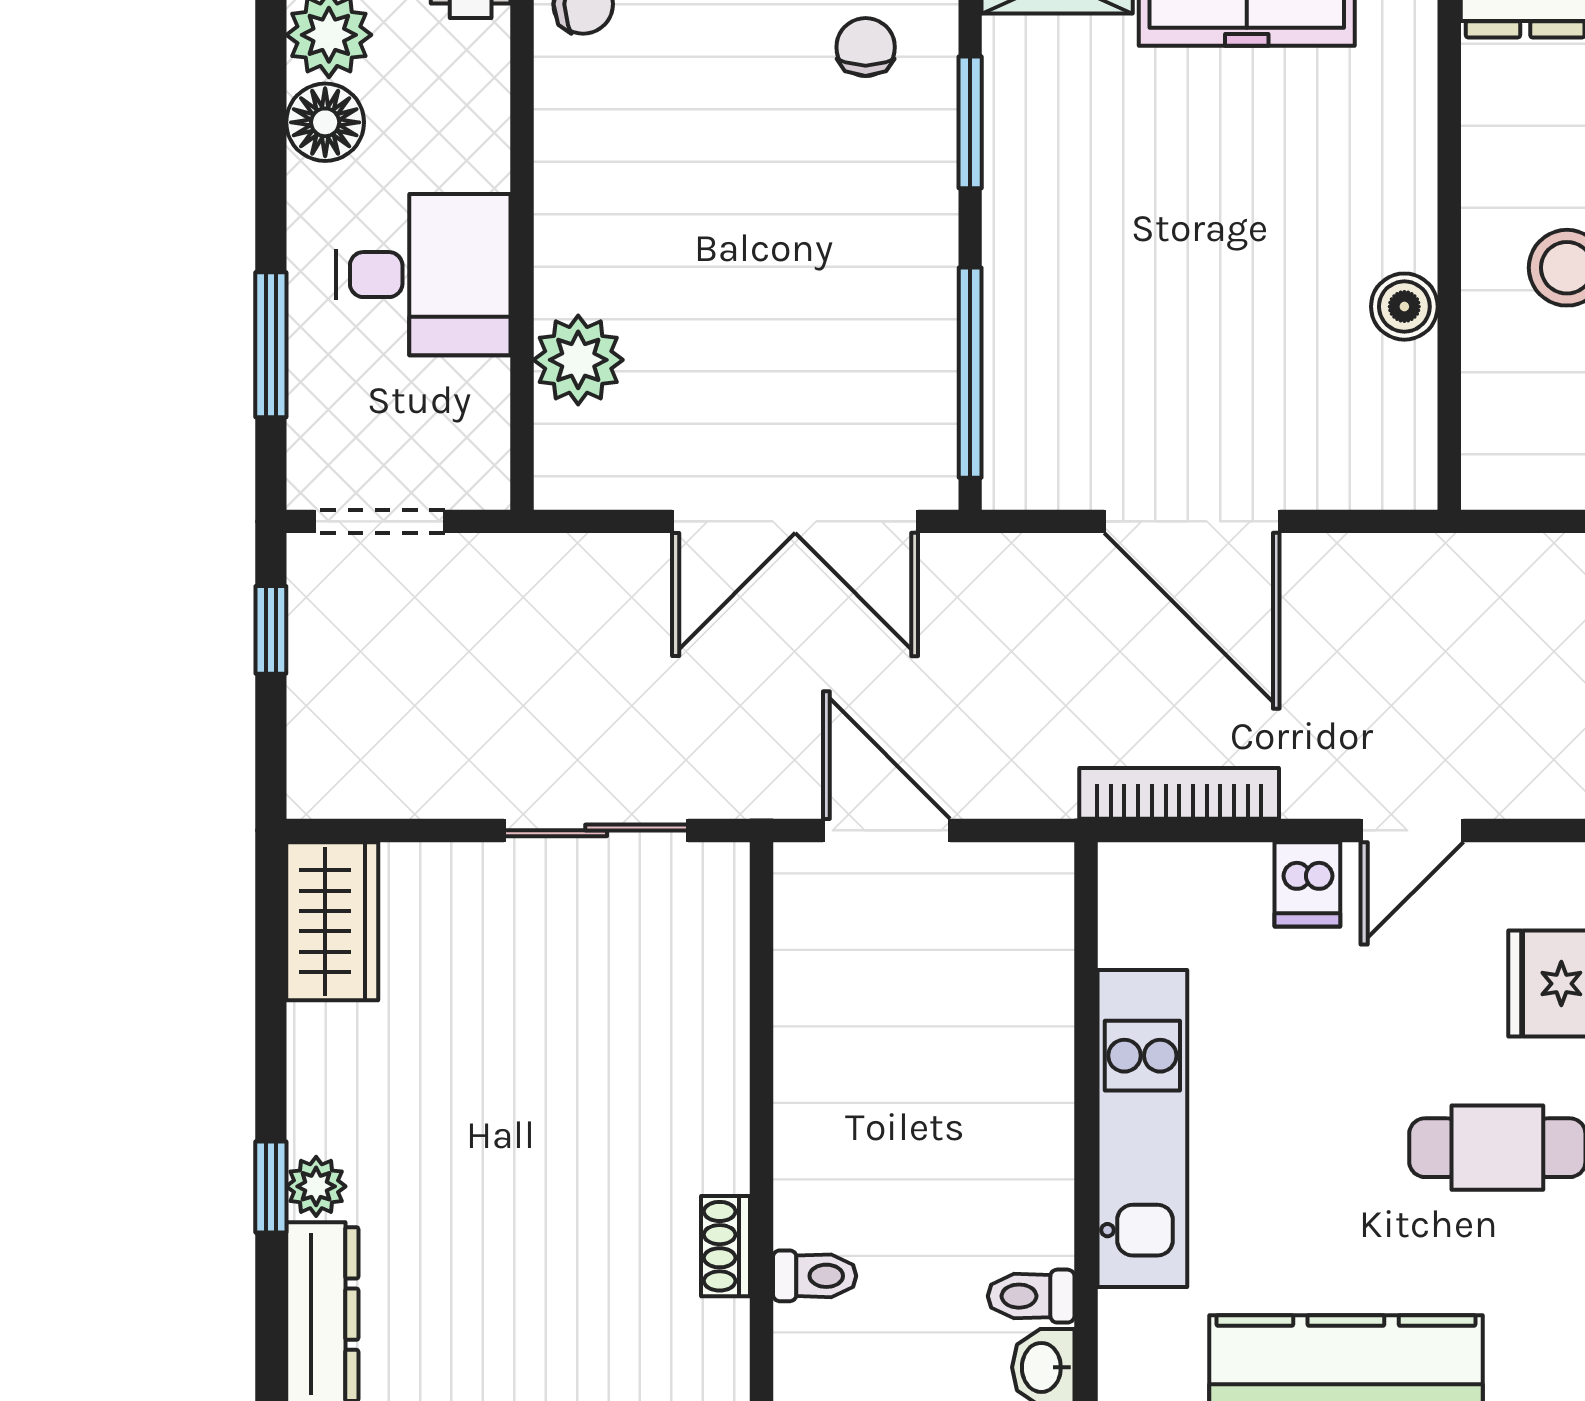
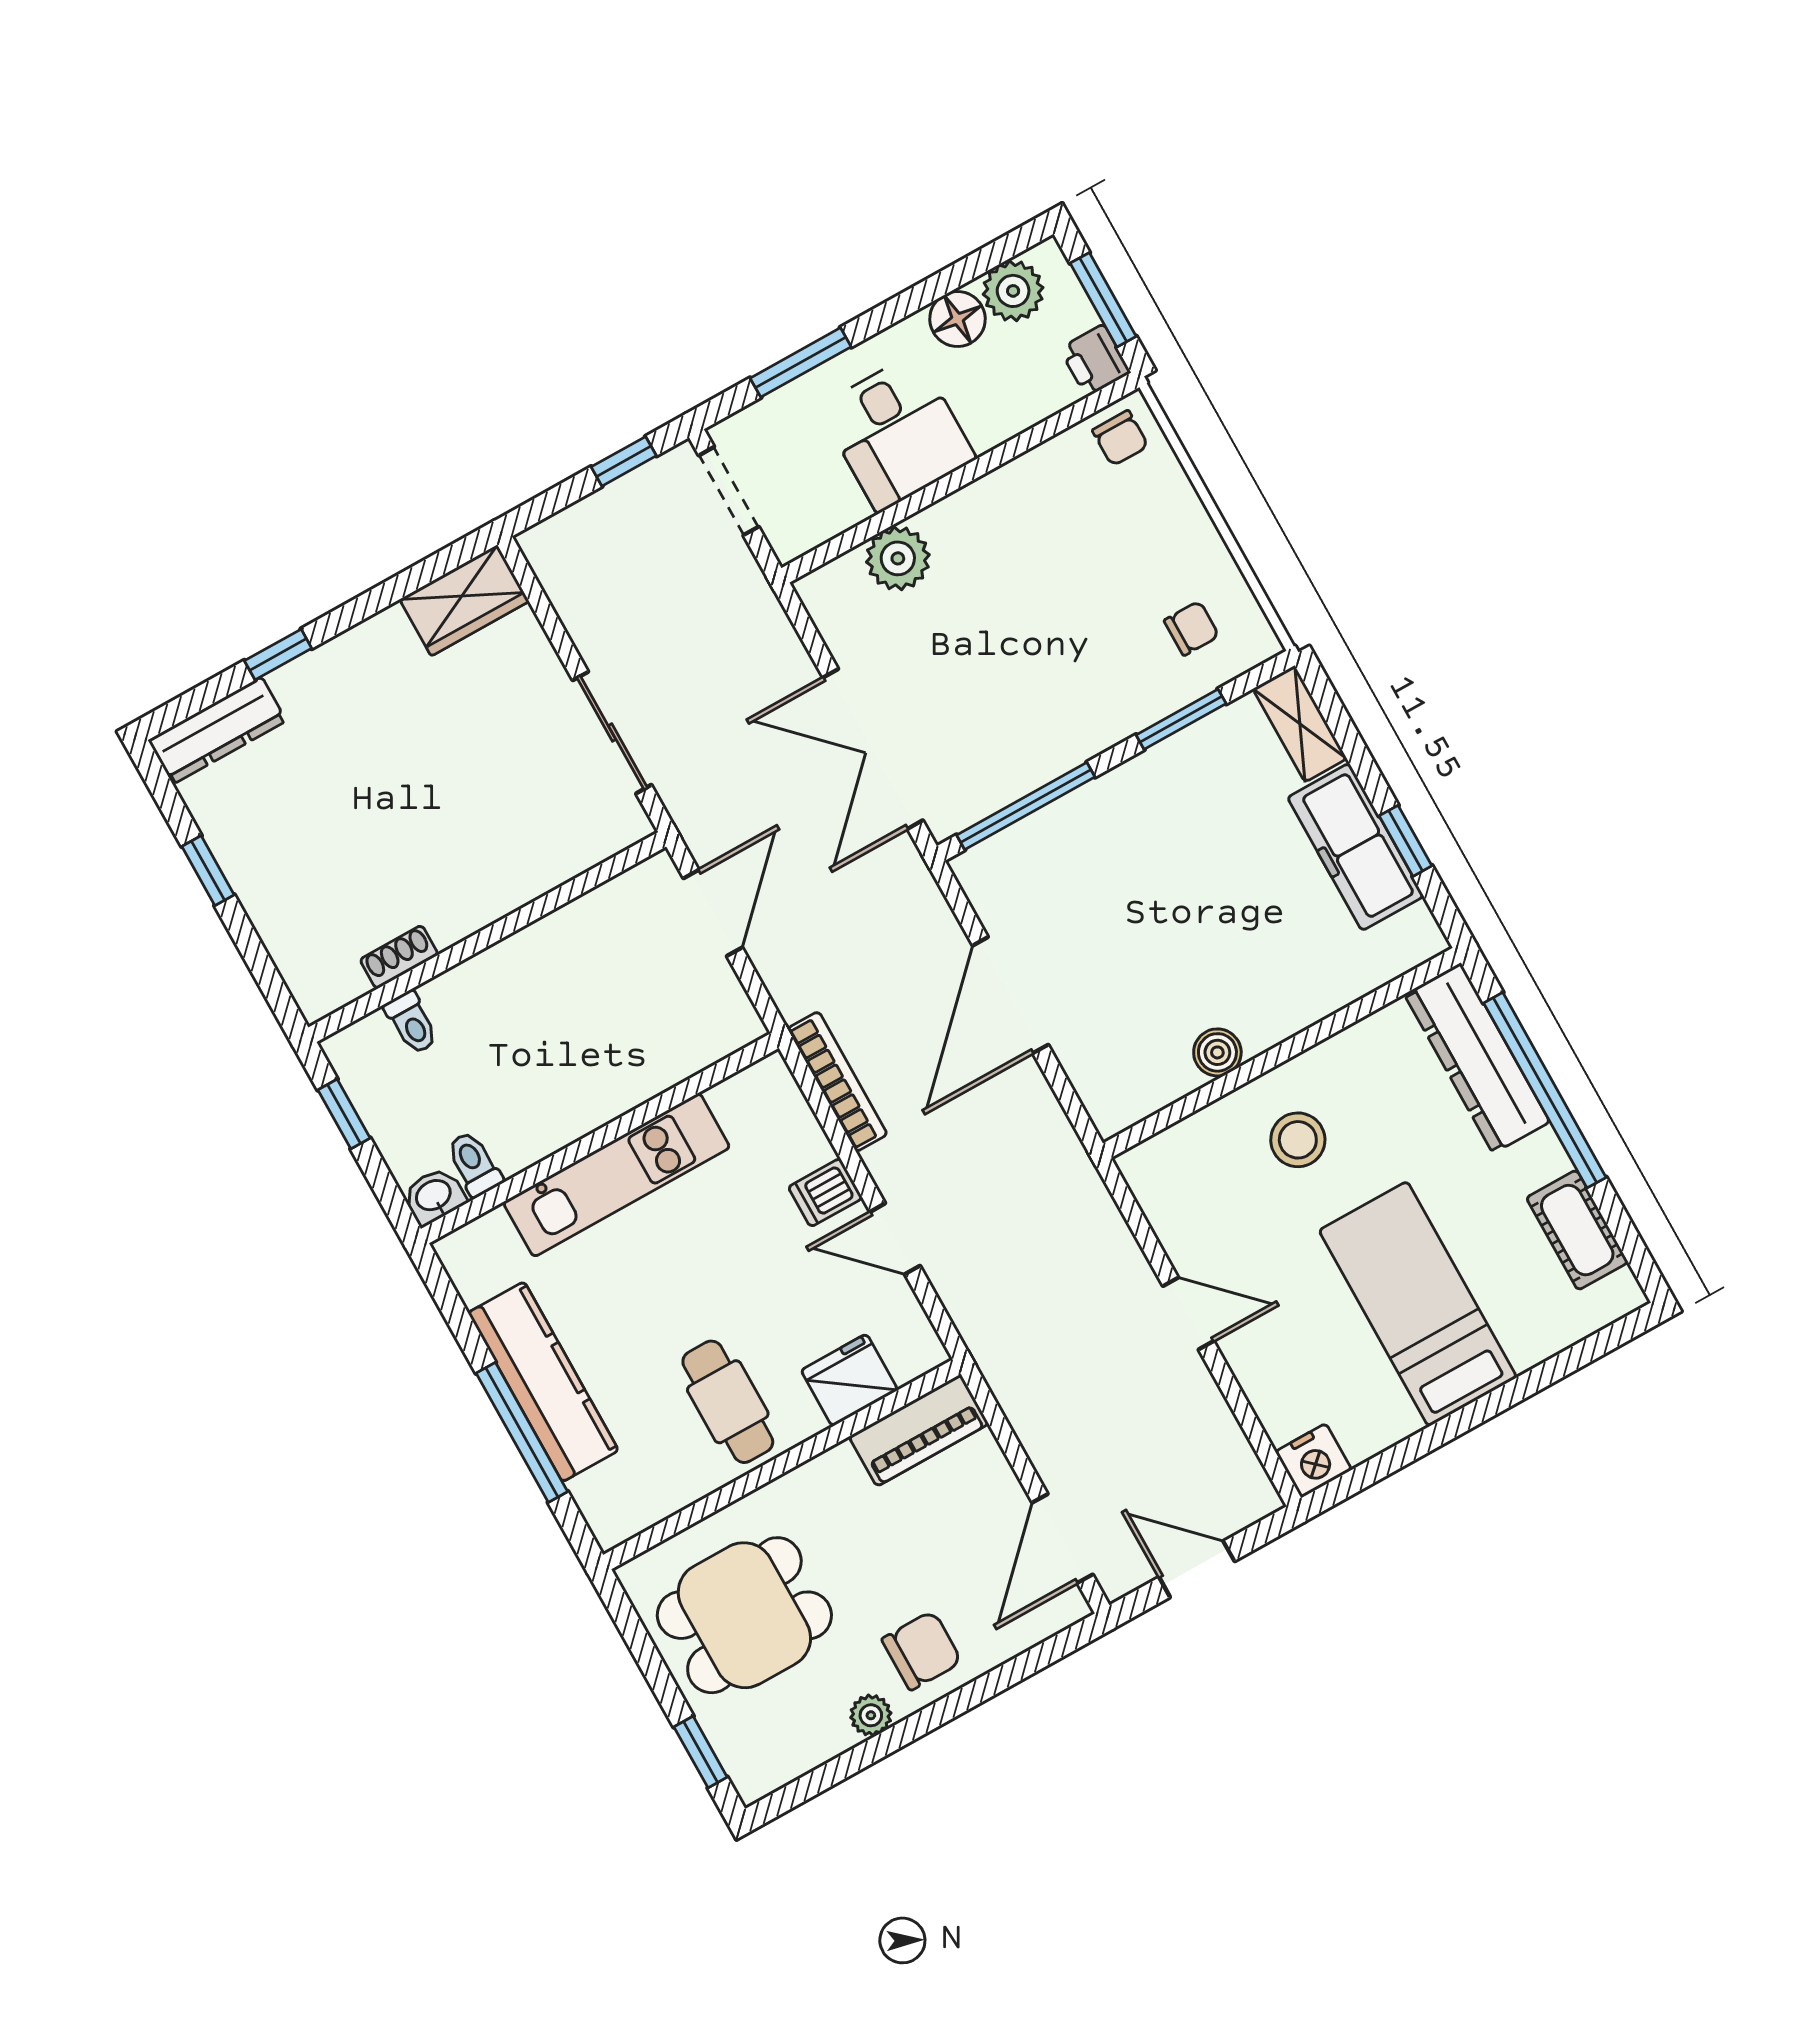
plant: (316, 1186) -> (294, 682), removed

